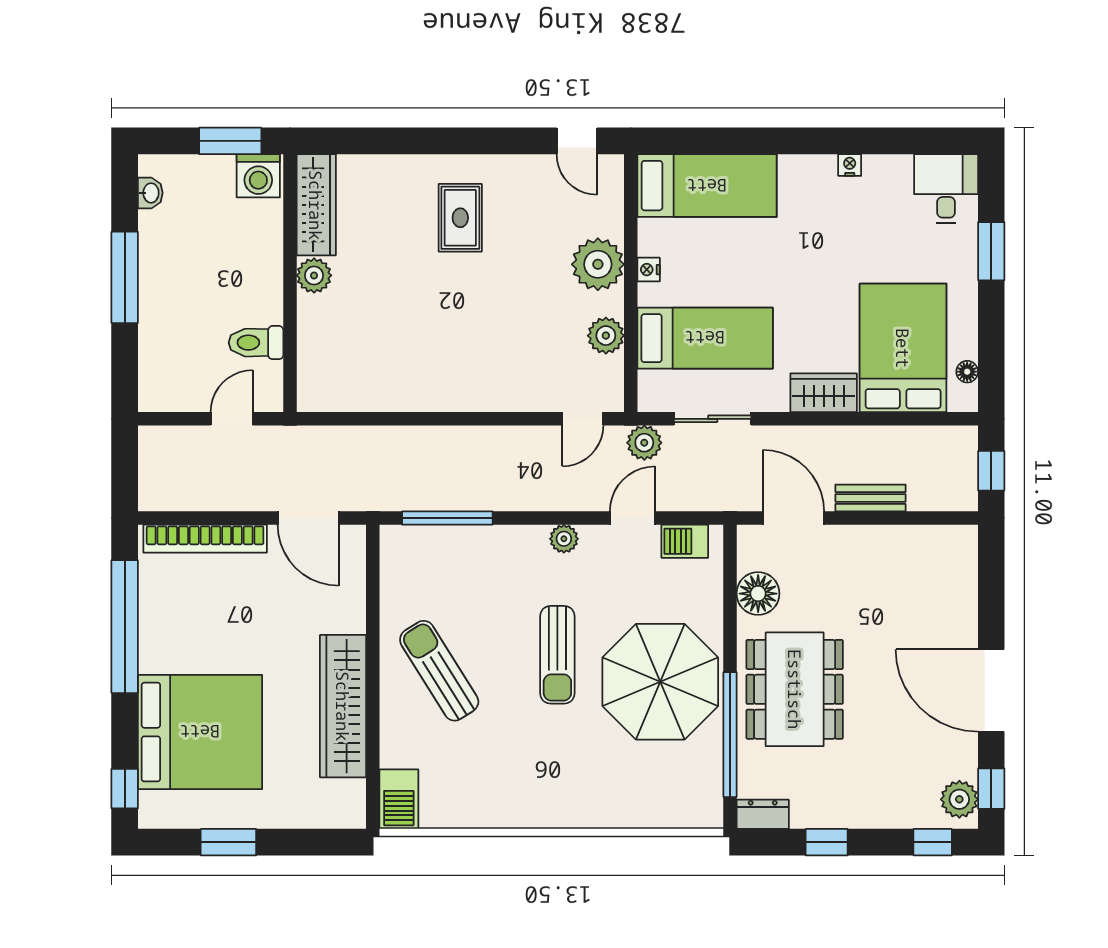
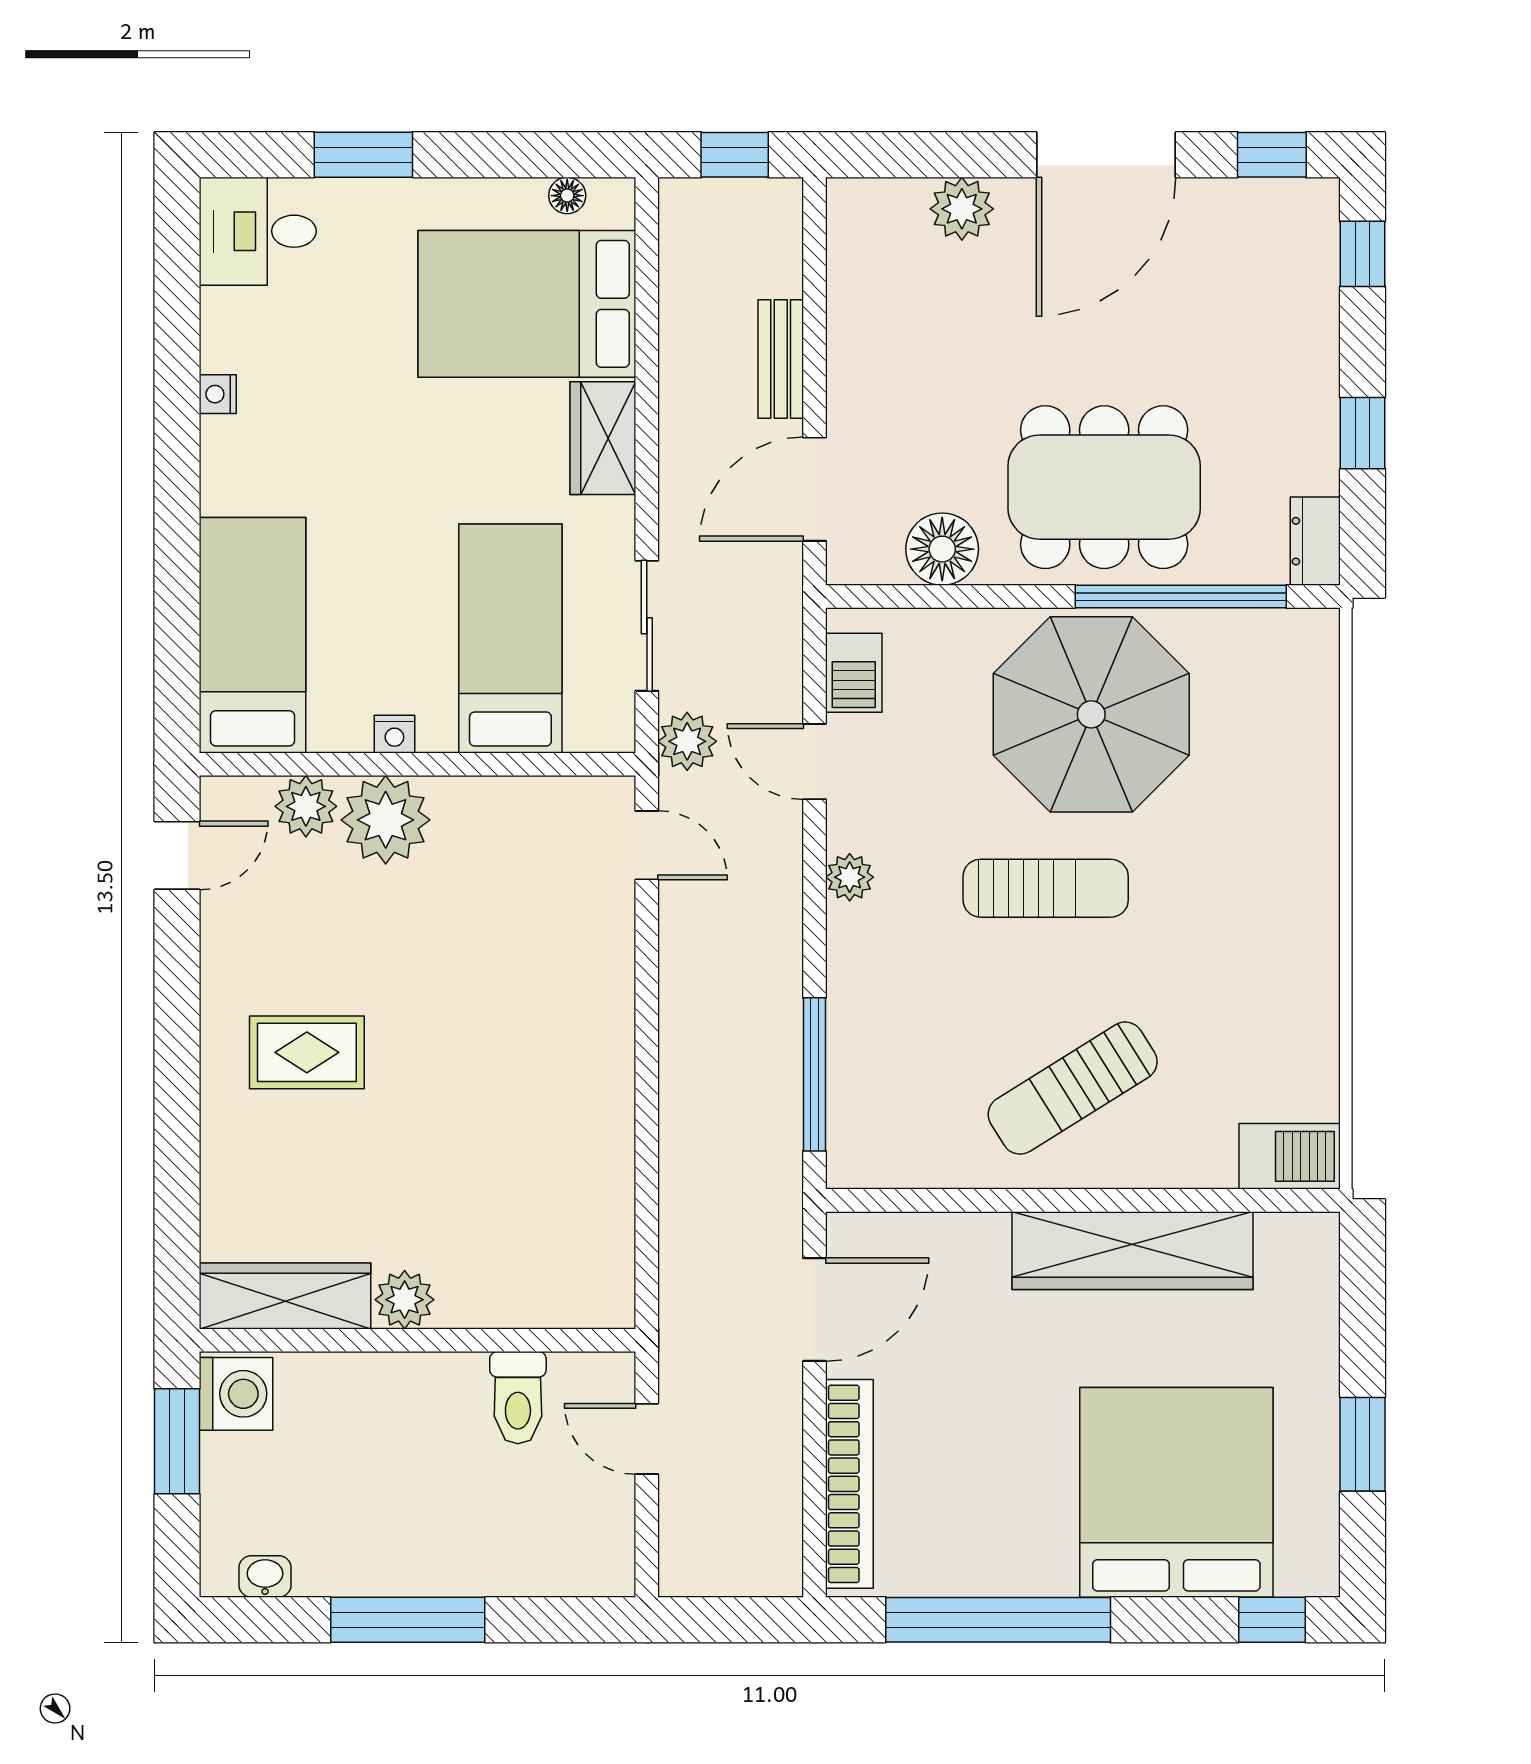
plant: (606, 336) -> (306, 806), moved
plant: (959, 799) -> (962, 209), moved

